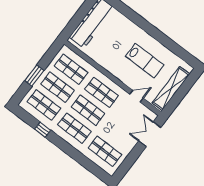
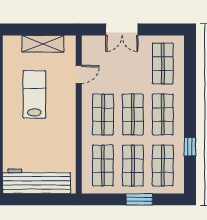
shelving: (171, 89) -> (43, 44), width x0.68
door: (136, 96) -> (79, 74), swing flipped
double door: (150, 134) -> (122, 30), moved

